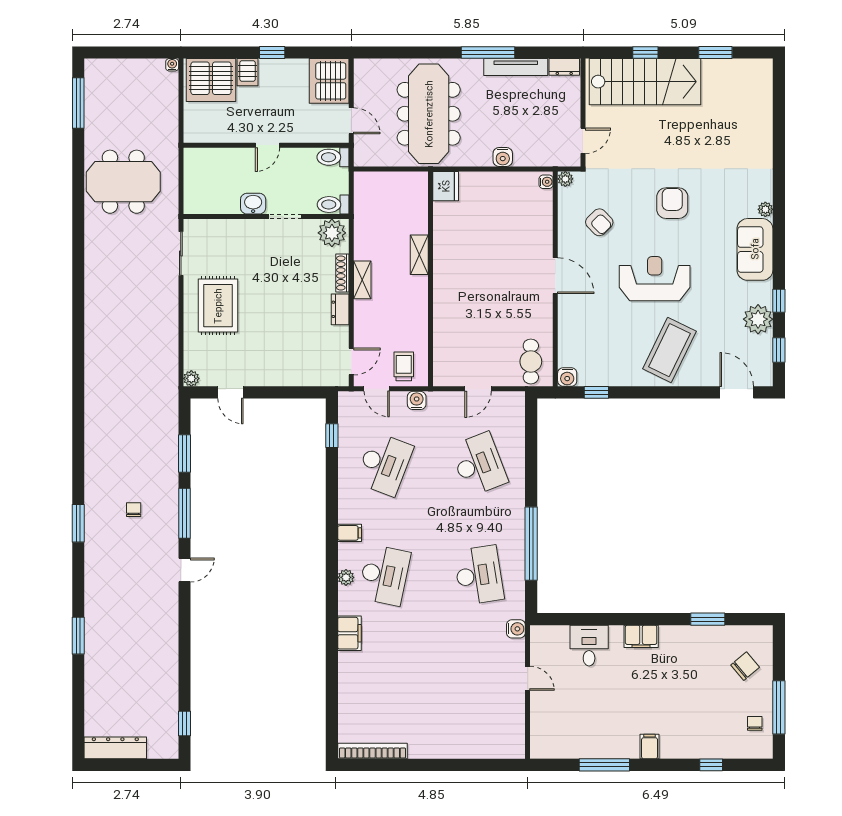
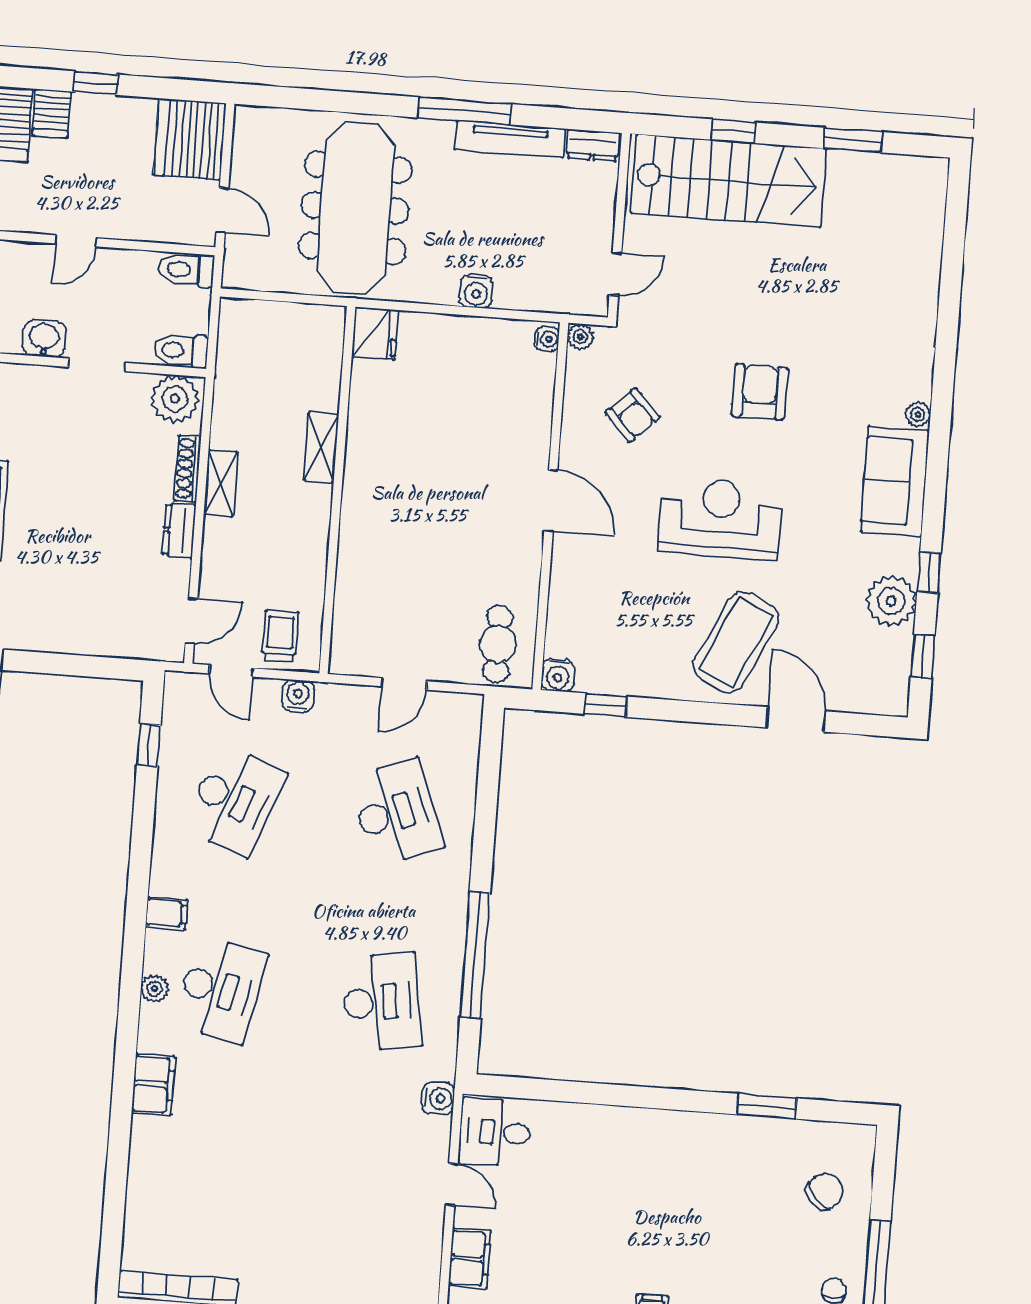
door: (737, 392) -> (796, 719), moved
filing cabinet: (641, 636) -> (470, 1258), moved, turned -90
desk: (589, 646) -> (495, 1132), moved, turned -90

